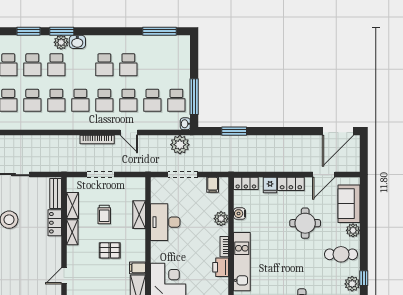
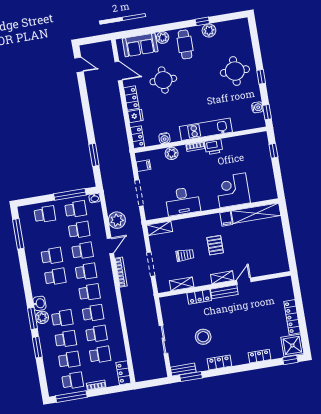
school desk: (176, 65) -> (45, 214), added
door: (338, 131) -> (79, 65), width x0.53
plant: (180, 145) -> (117, 220), moved
bench: (56, 194) -> (224, 292), moved
shelving: (139, 215) -> (160, 228), moved
shelving: (72, 232) -> (222, 277), moved
door: (64, 276) -> (244, 281), swing flipped

